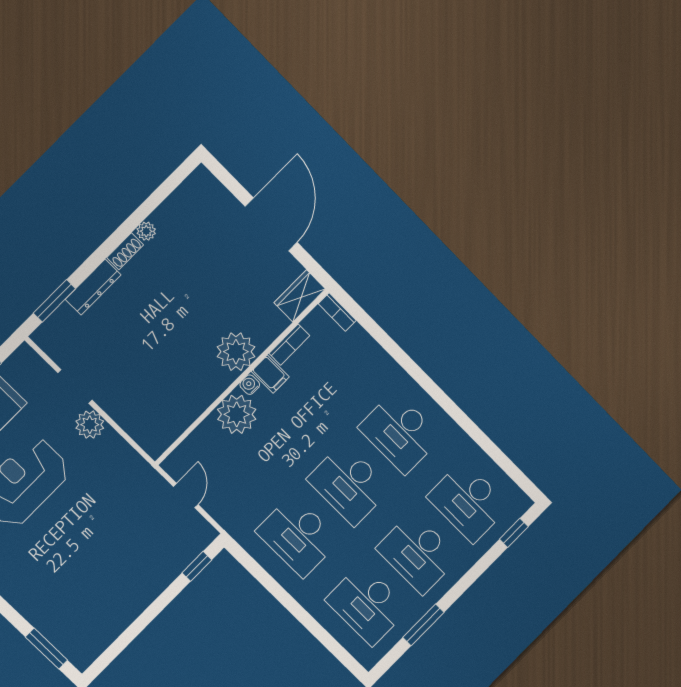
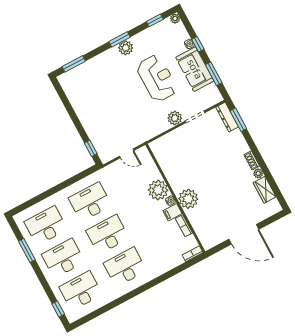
dresser: (93, 287) -> (227, 117), moved
wardrobe: (300, 296) -> (265, 190), moved, turned 180

